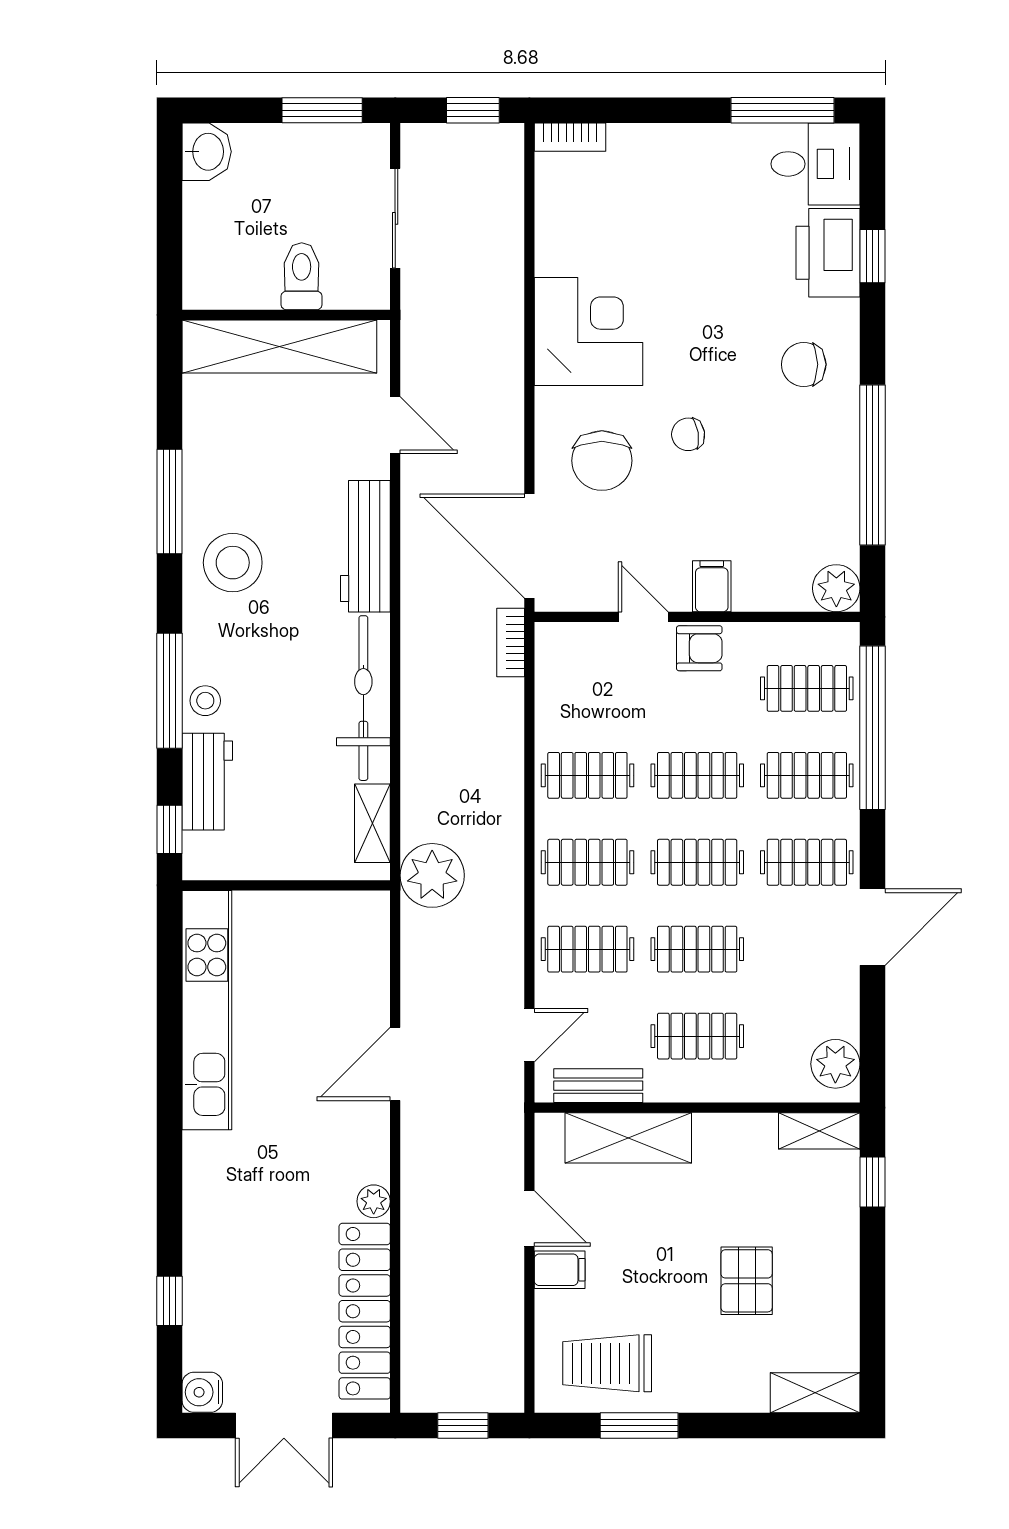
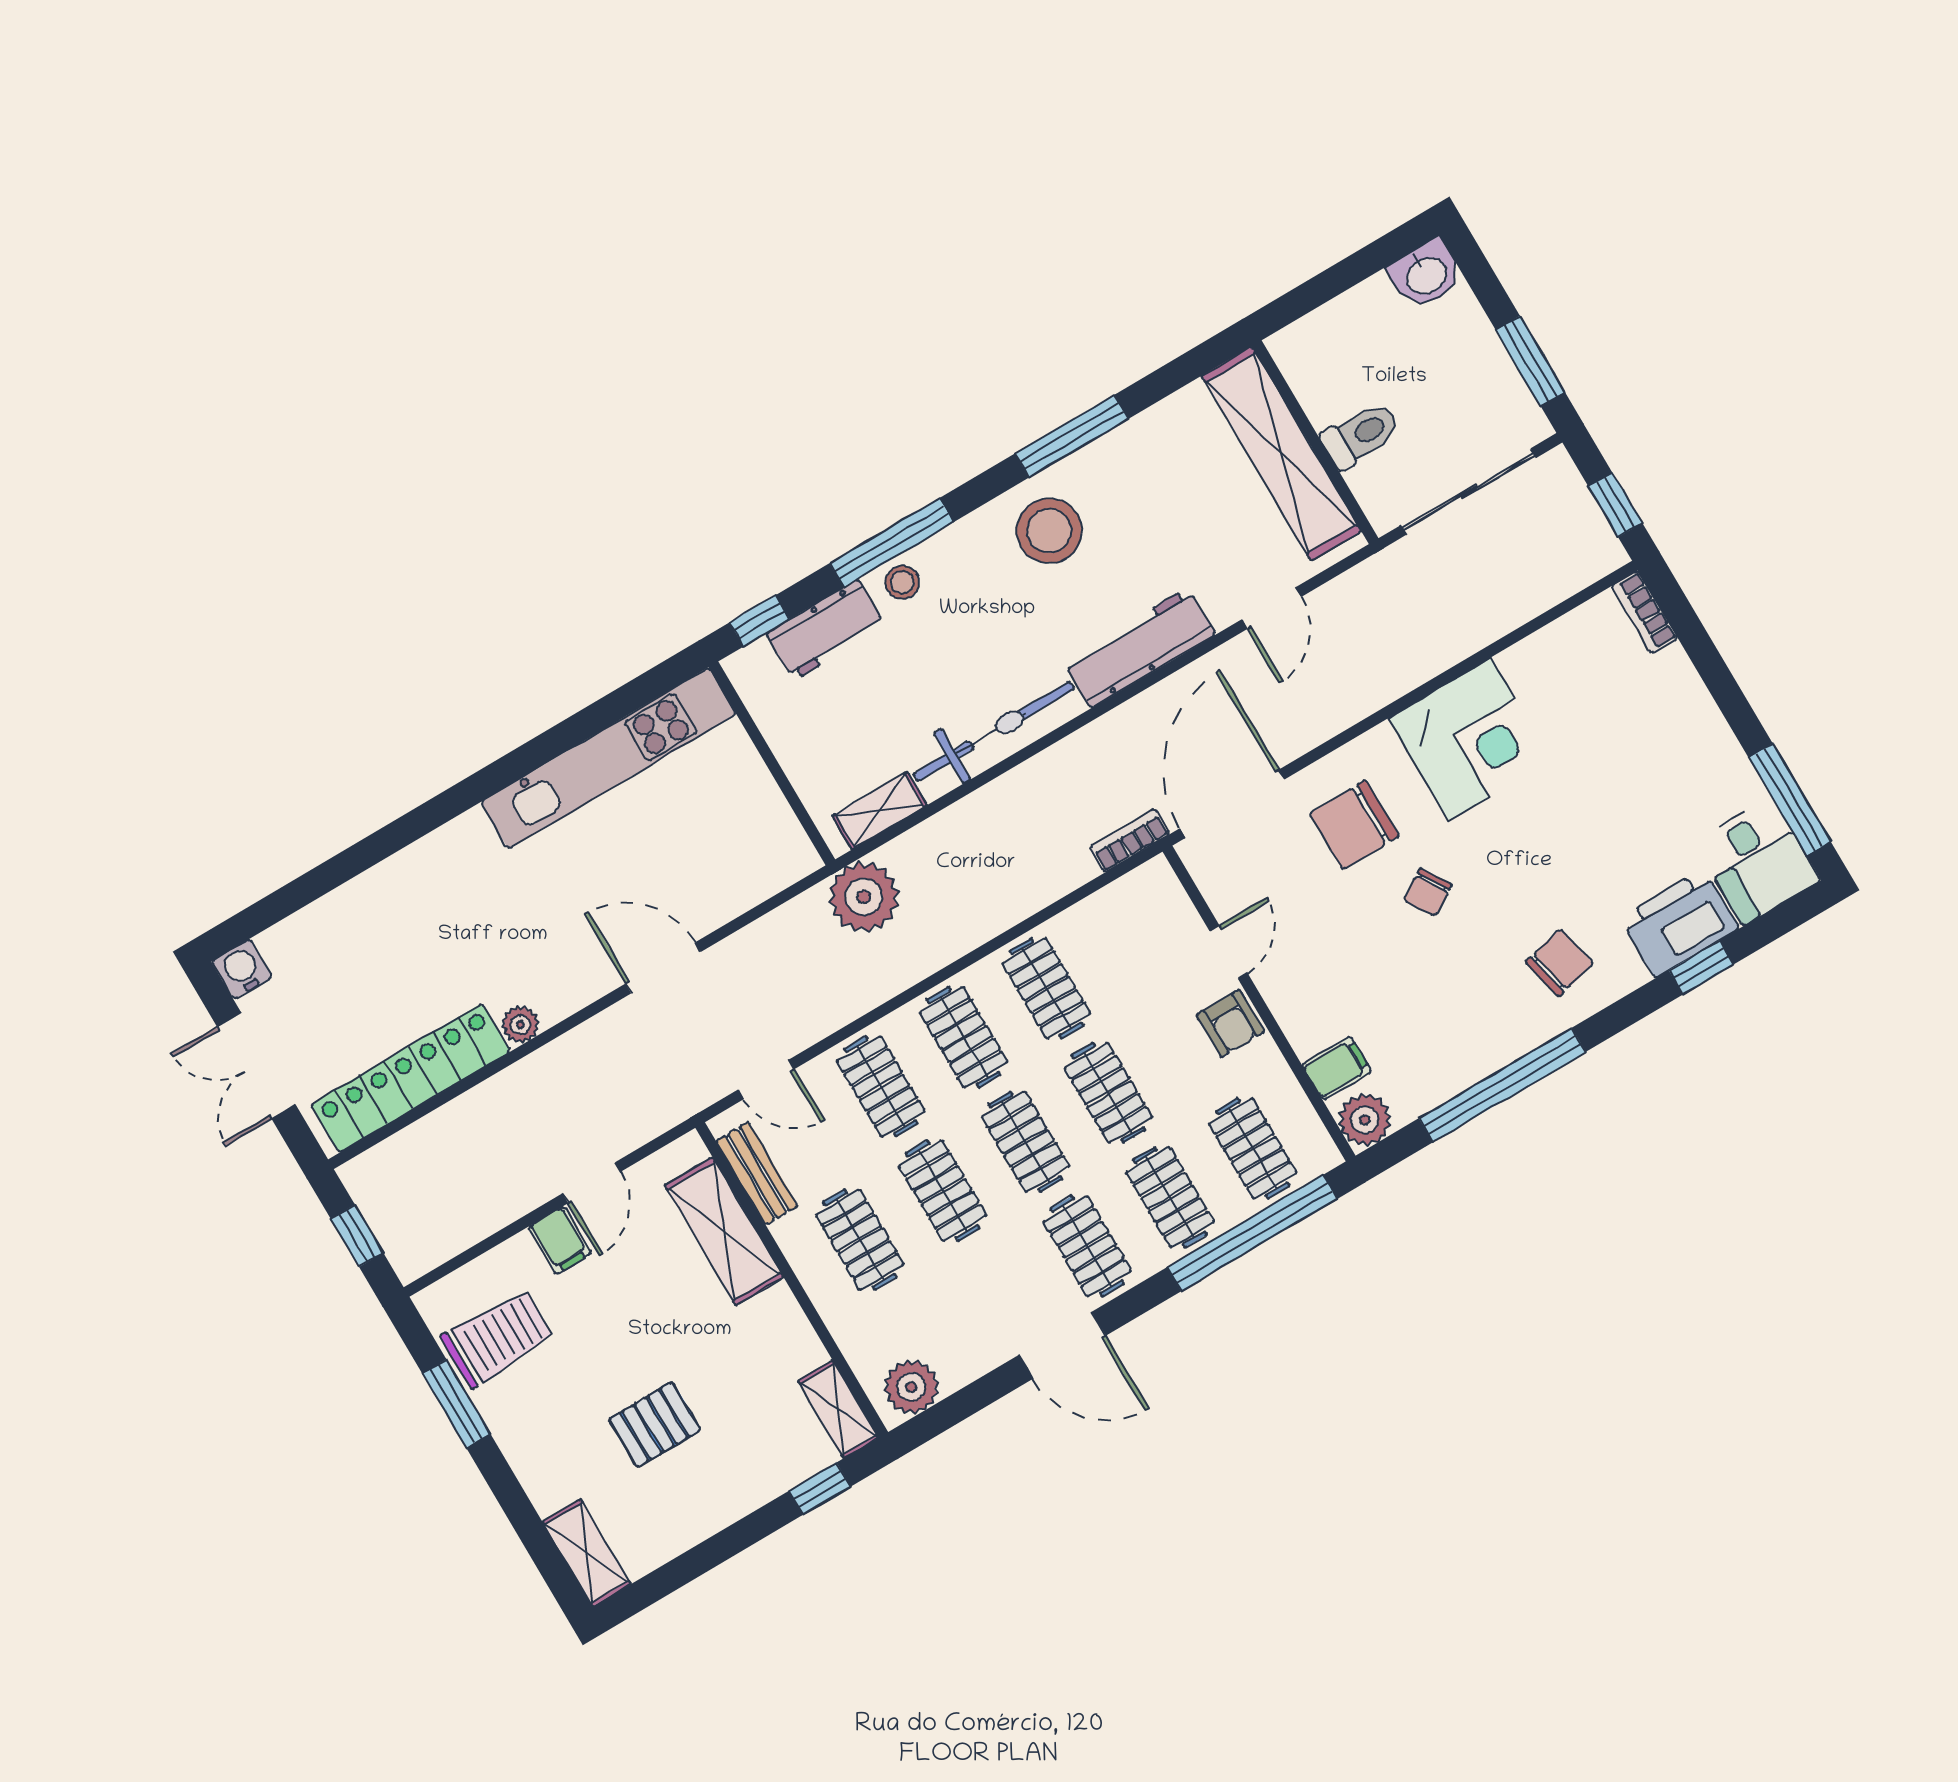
sliding door: (395, 218) -> (1469, 492), width x1.37
chair: (804, 364) -> (1559, 963), turned 77
chair: (688, 434) -> (1428, 892), turned -113
filing cabinet: (712, 586) -> (1337, 1068), moved
window: (170, 1301) -> (311, 886), removed
trolley: (607, 1363) -> (498, 1338), turned 90

